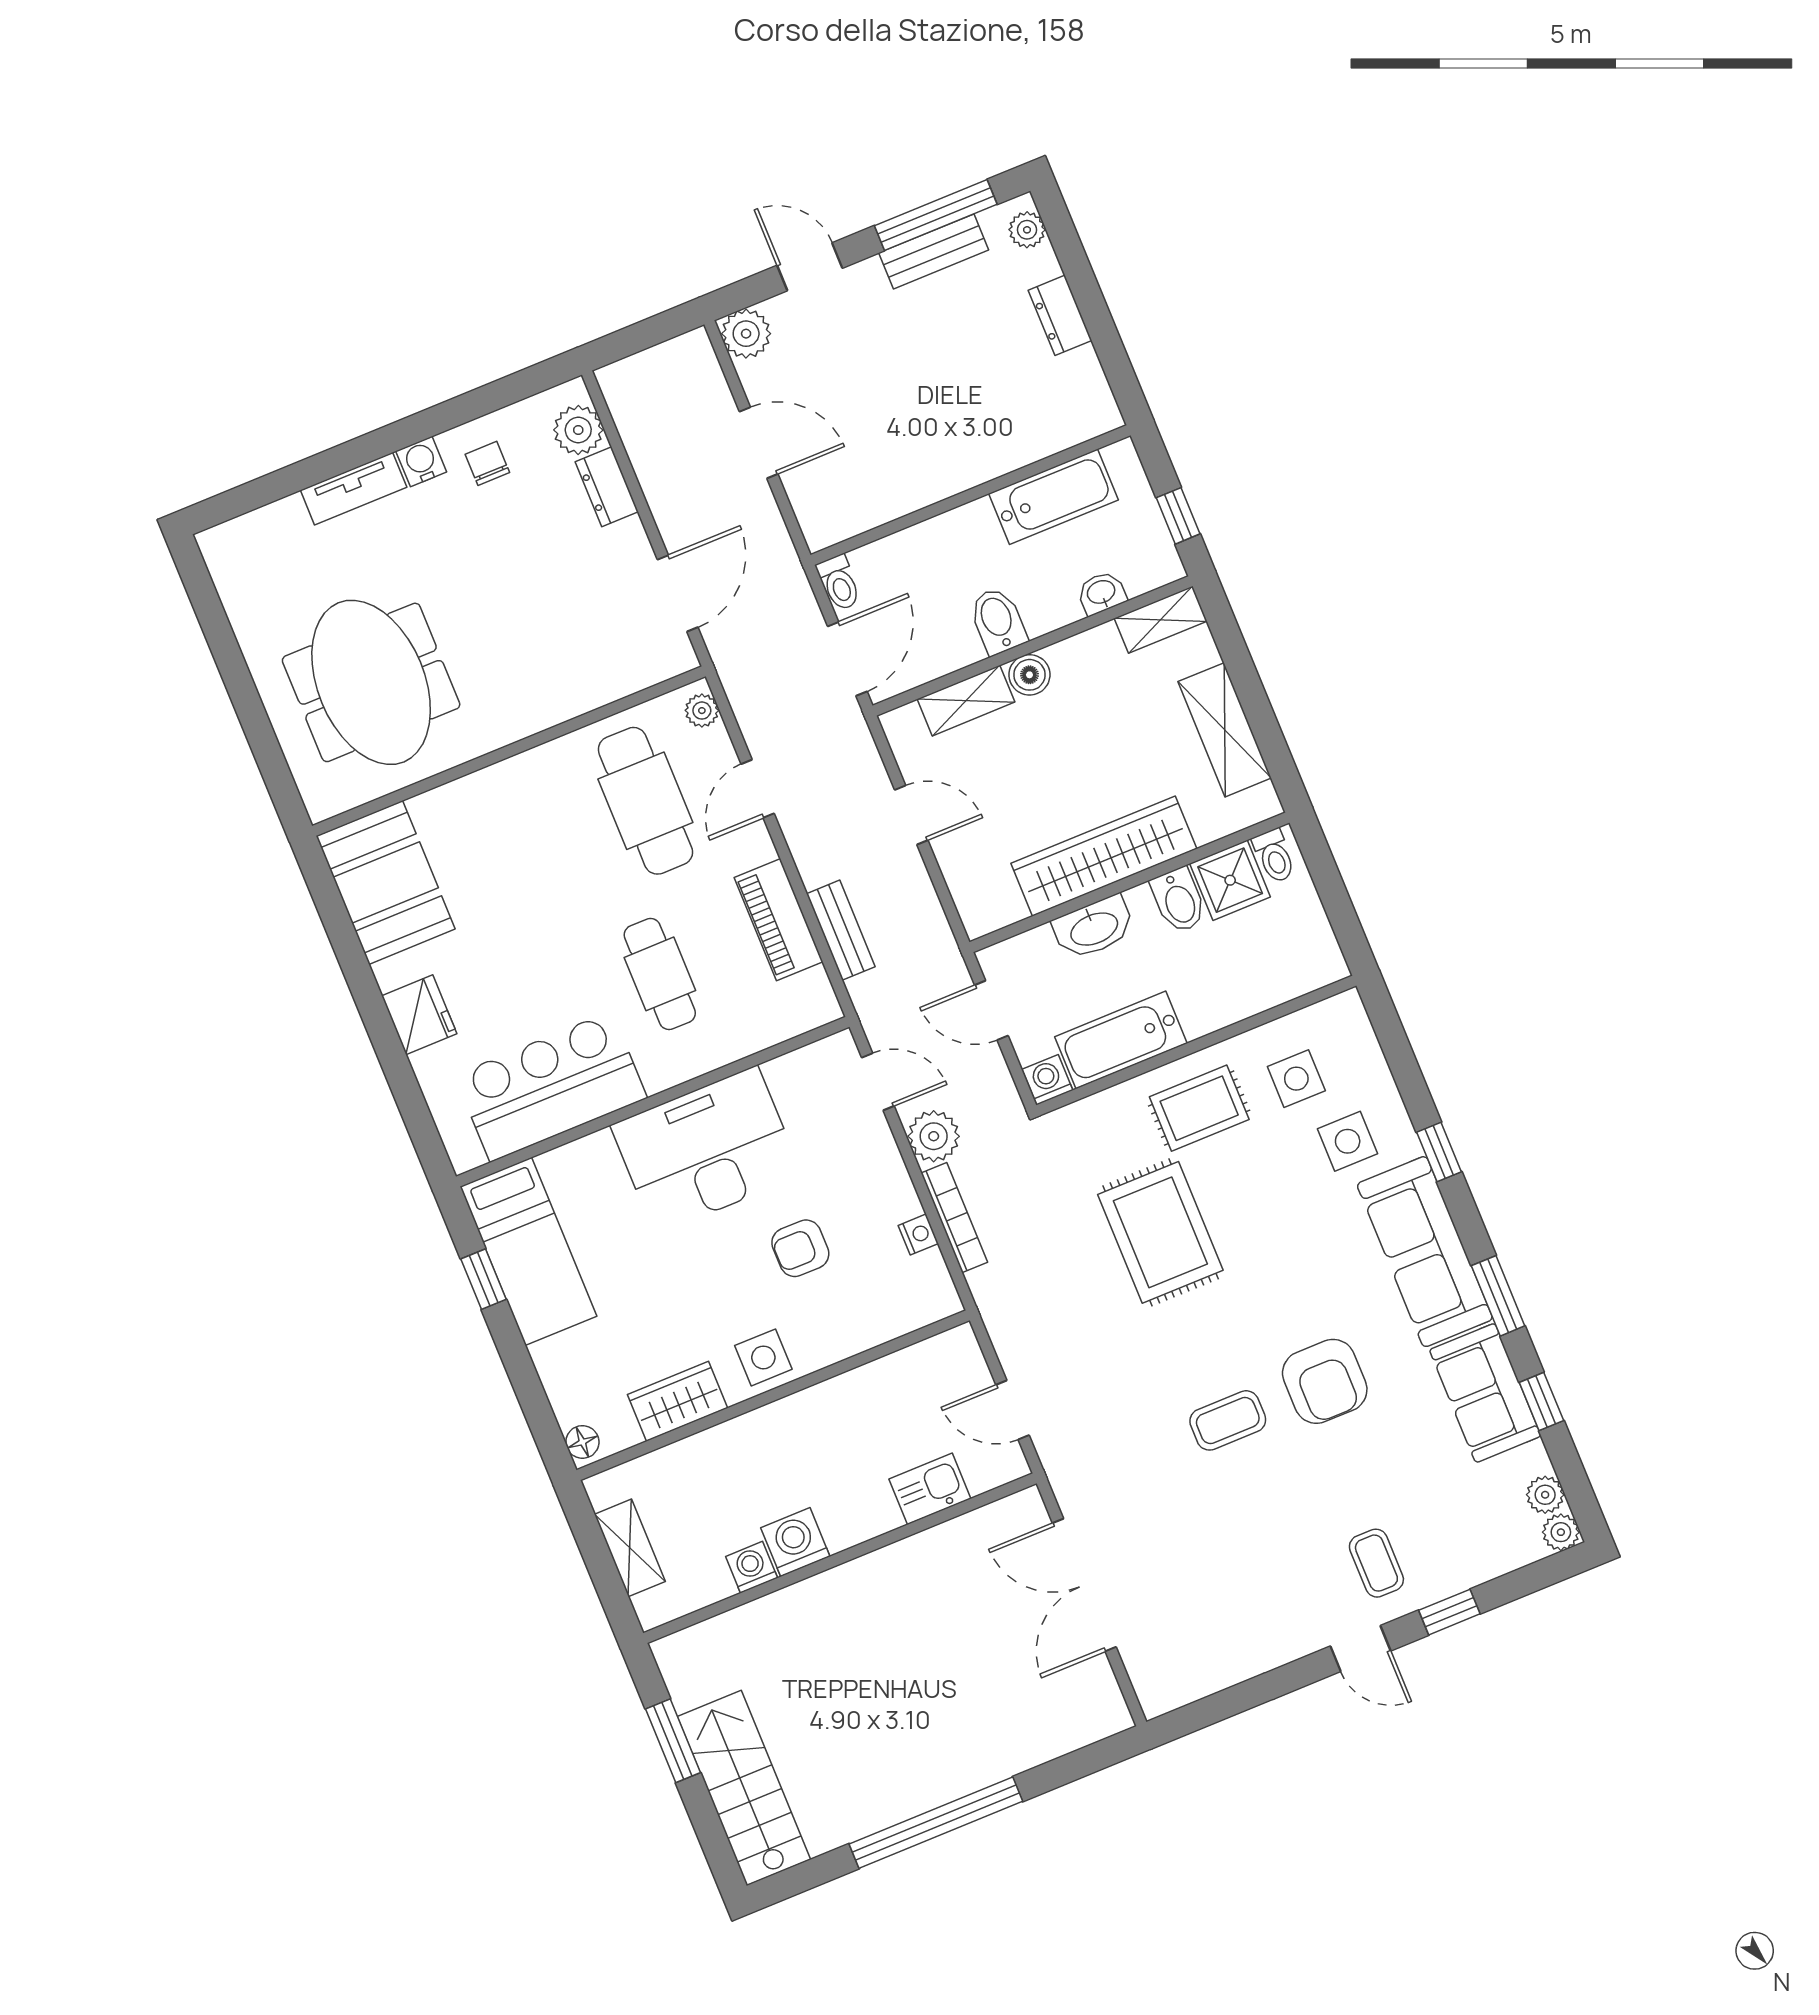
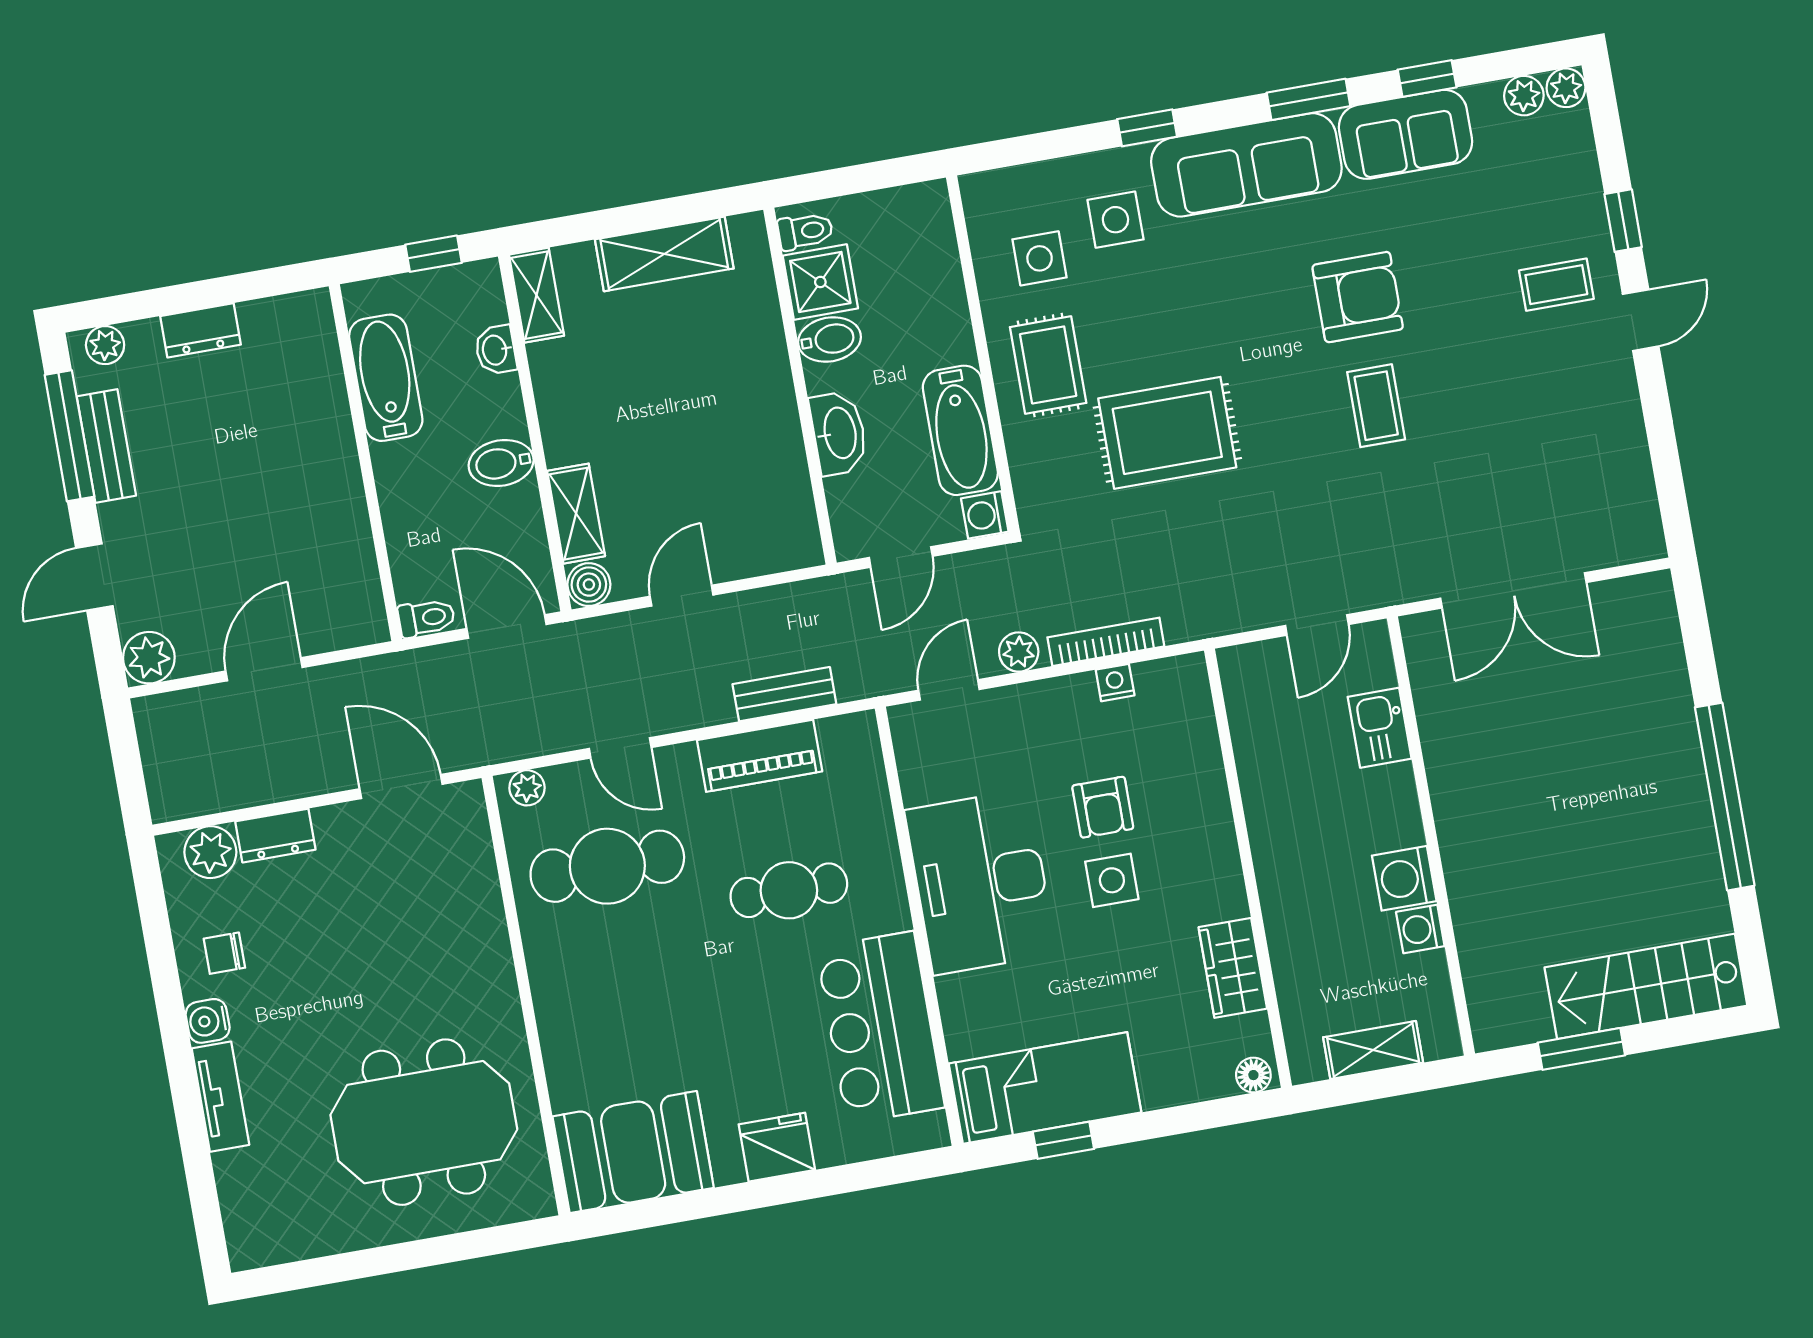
boiler: (1029, 675) -> (589, 585), moved
wardrobe: (1104, 856) -> (767, 407), removed
plant: (934, 1136) -> (1019, 652), width x0.73, depth x0.73
side table: (763, 1357) -> (1112, 880), moved

